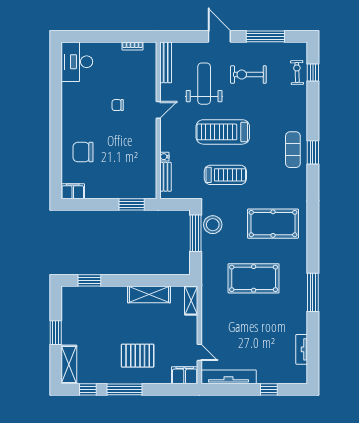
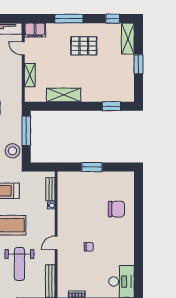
filing cabinet: (73, 191) -> (125, 178), removed
window: (132, 204) -> (92, 167), moved
window: (196, 233) -> (26, 131), moved
shelving: (191, 300) -> (30, 75), moved
pallet: (138, 356) -> (84, 46), moved
window: (124, 389) -> (69, 19), moved

